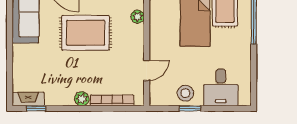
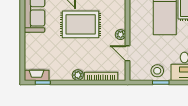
plant: (138, 17) -> (121, 35), moved
door: (147, 70) -> (128, 53), swing flipped

